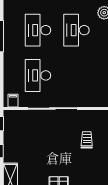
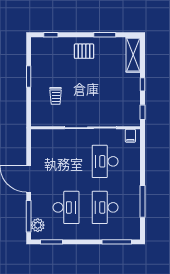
desk: (38, 30) -> (105, 207), turned 180
desk: (38, 75) -> (105, 161), turned 180

